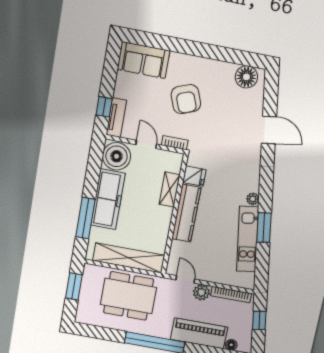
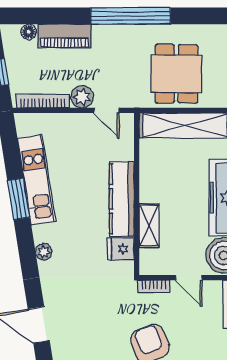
plant: (253, 199) -> (44, 252), moved
dining table: (128, 296) -> (176, 74), width x0.73
piano: (199, 333) -> (65, 36), width x0.73, depth x0.75

